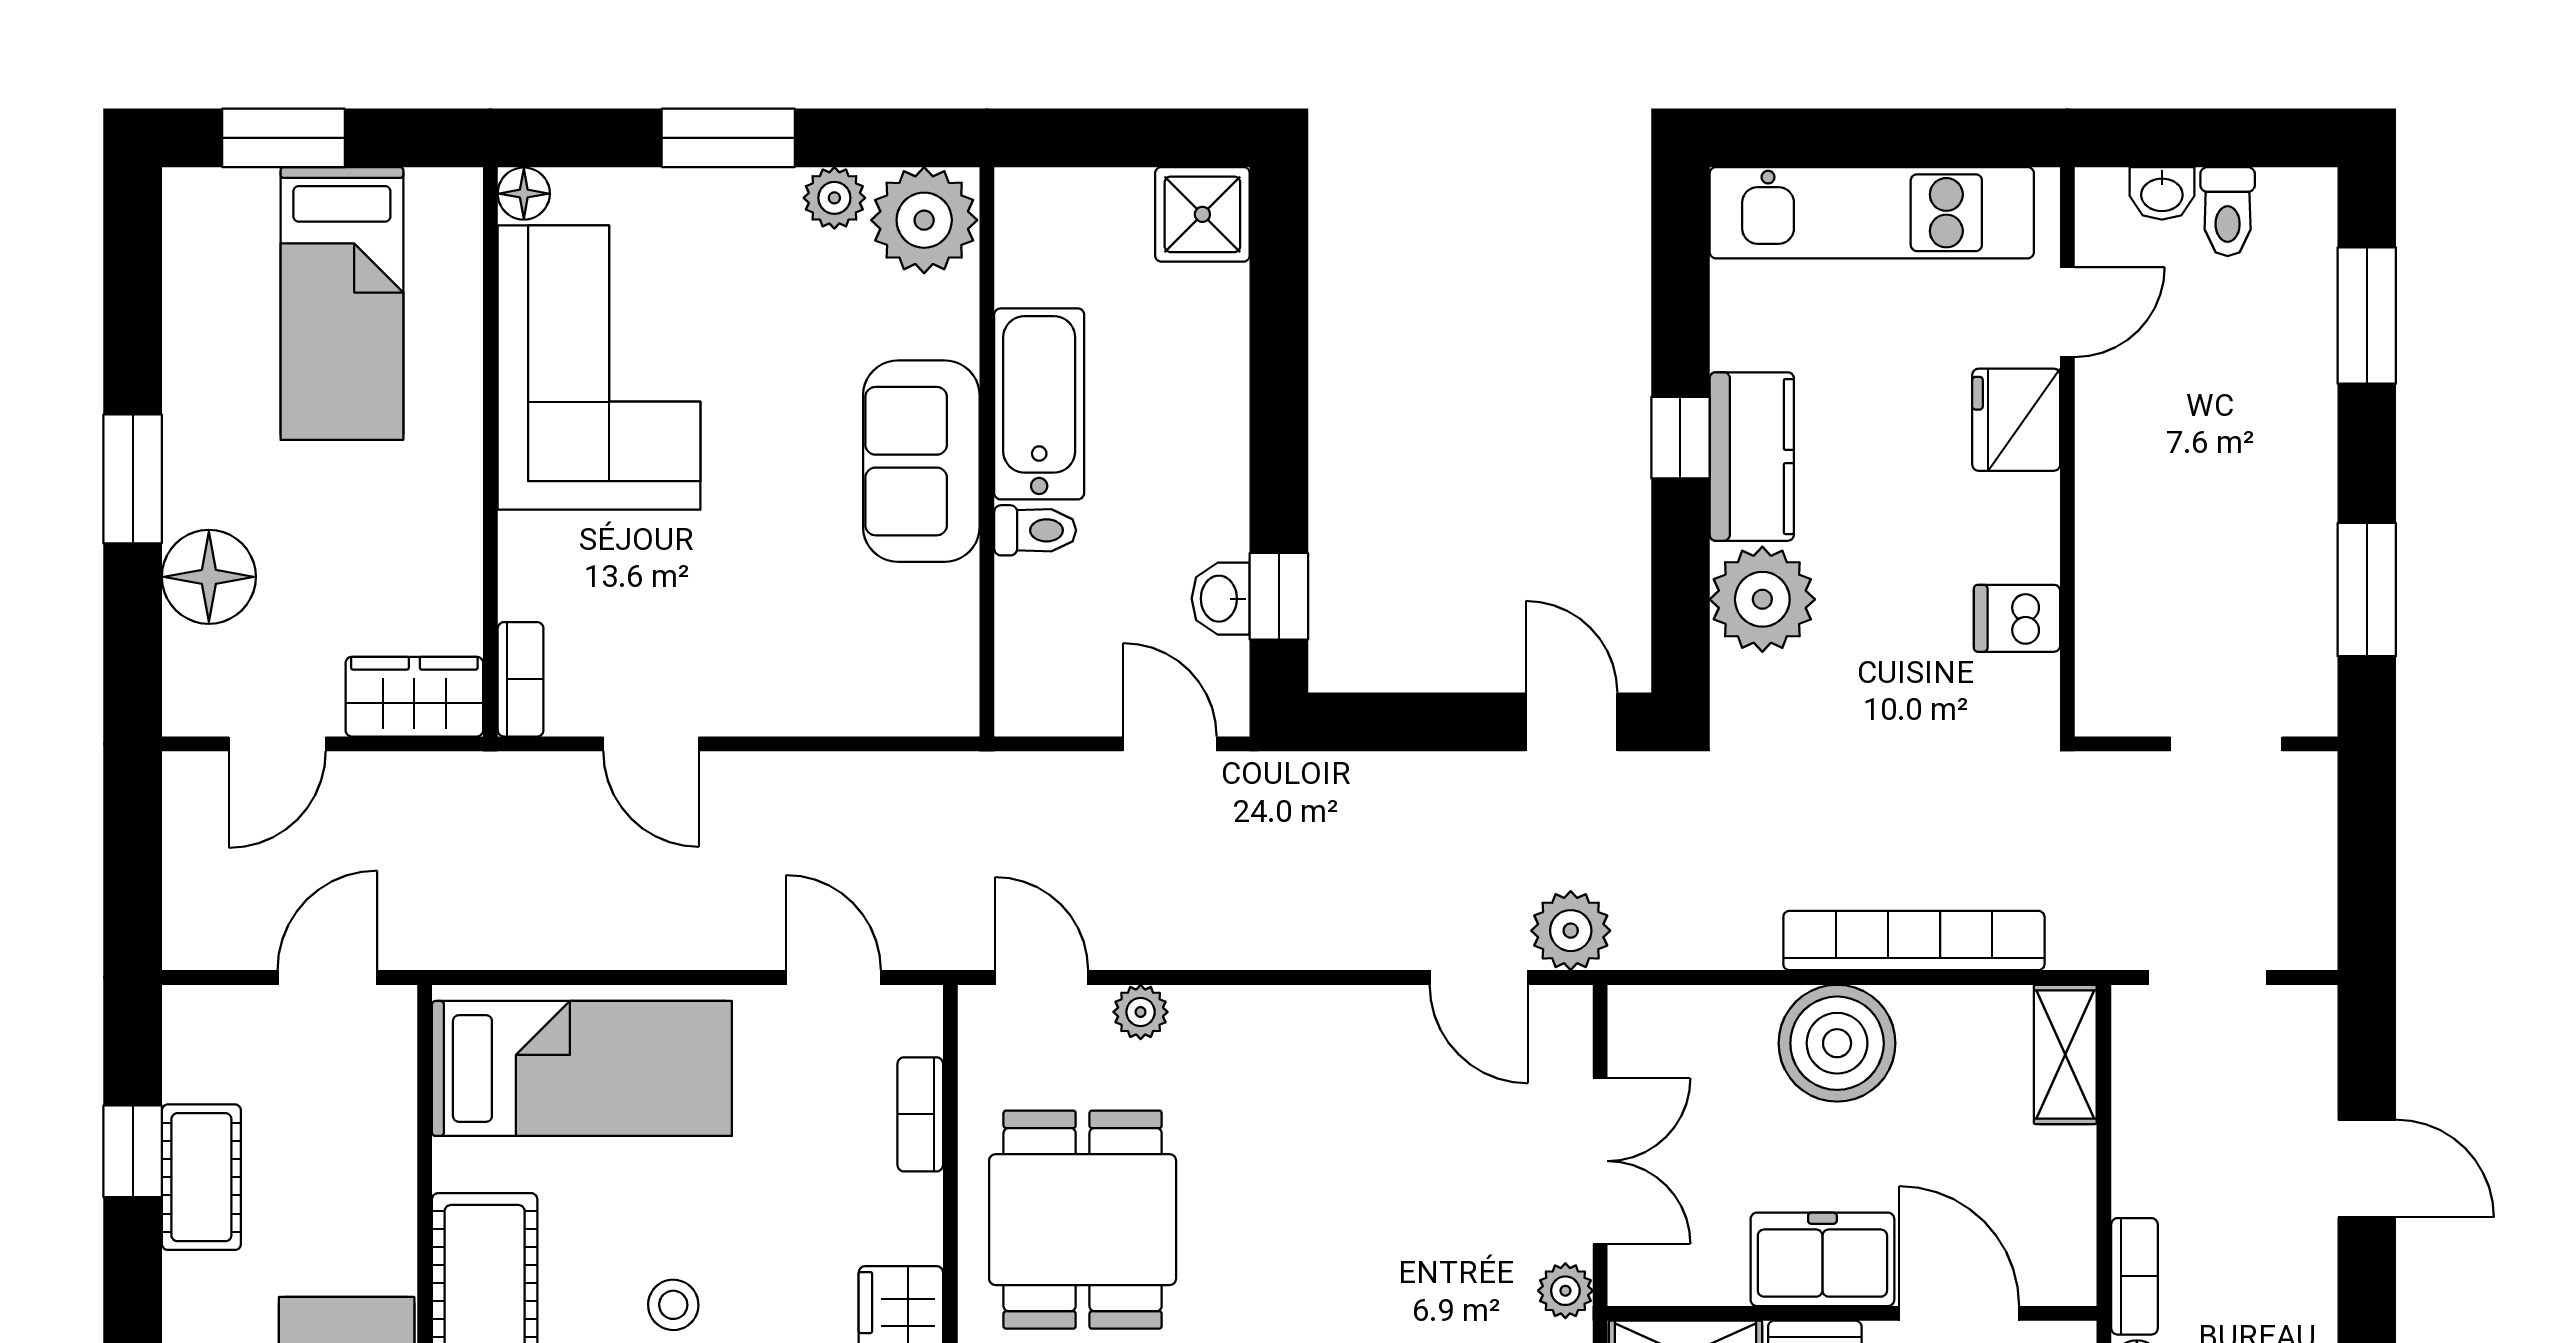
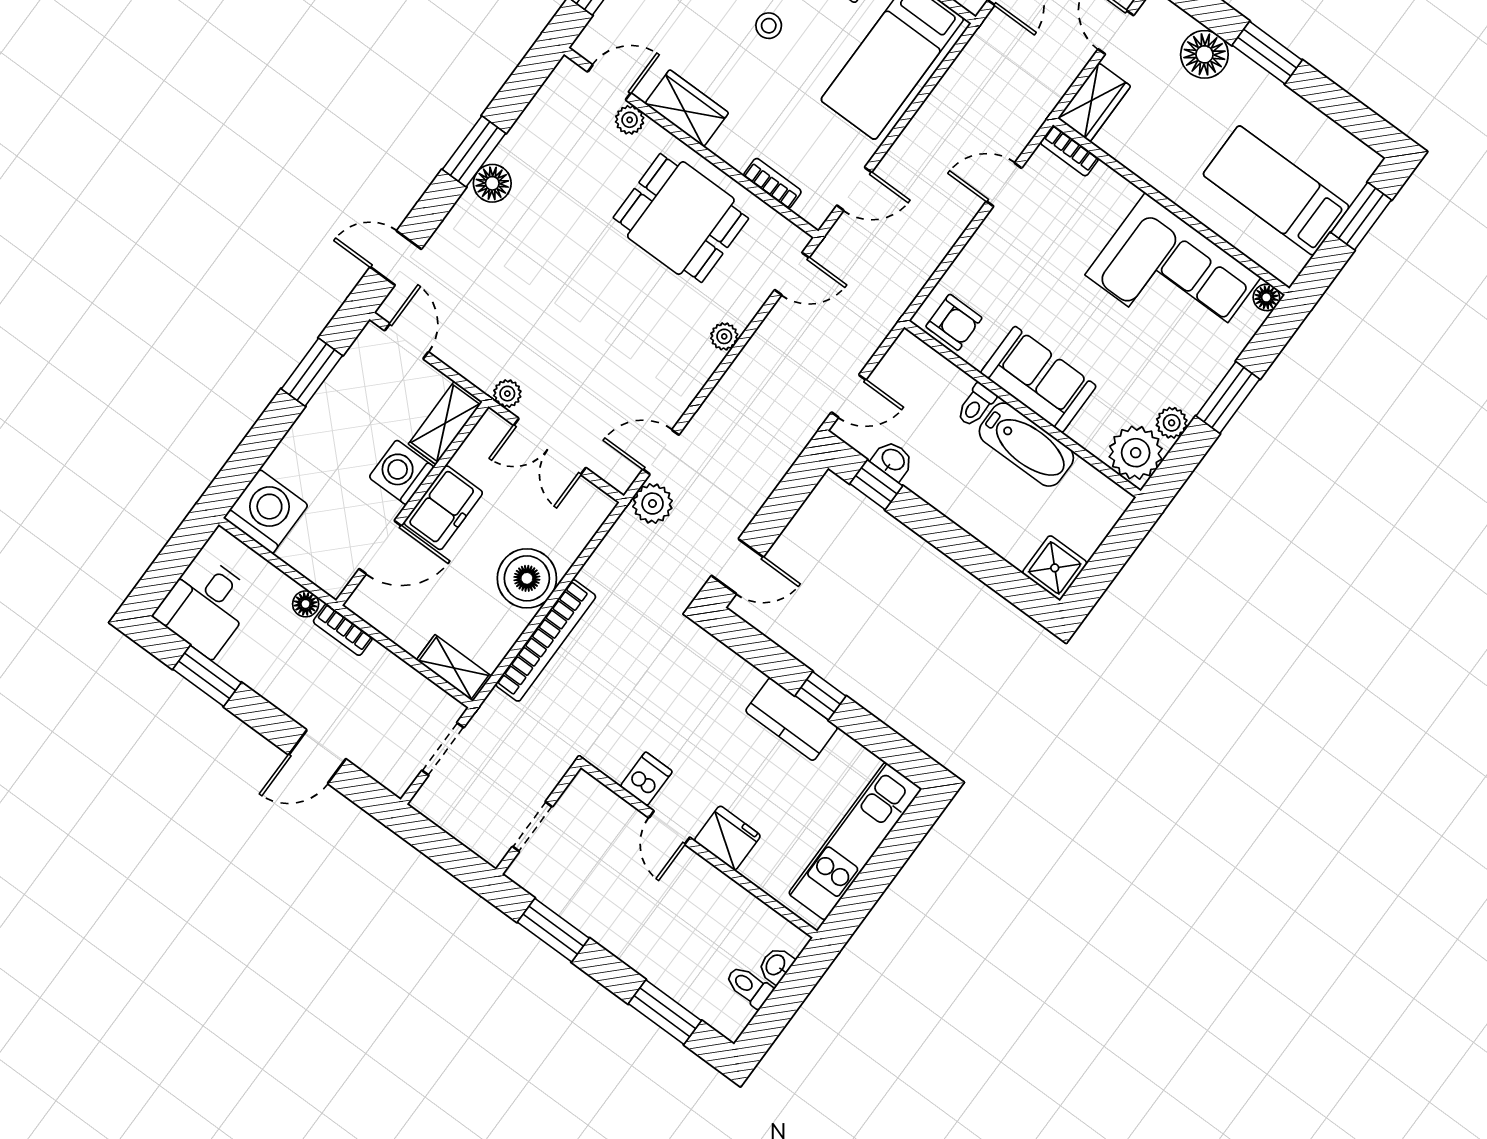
door: (2067, 312) -> (669, 828), moved
plant: (1762, 599) -> (730, 681), removed
armchair: (929, 663) -> (954, 322), added
plant: (1141, 1012) -> (724, 336), moved

